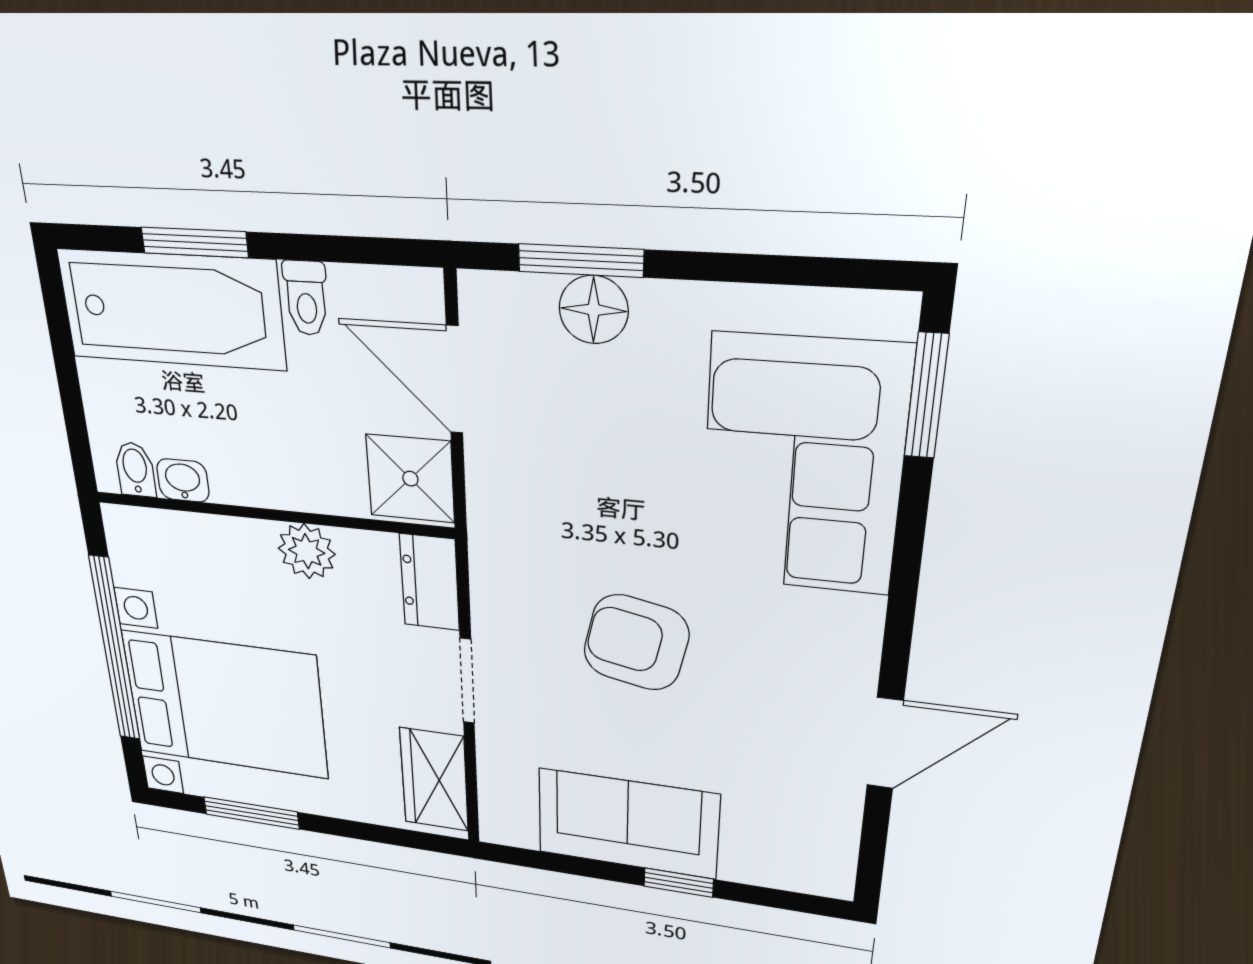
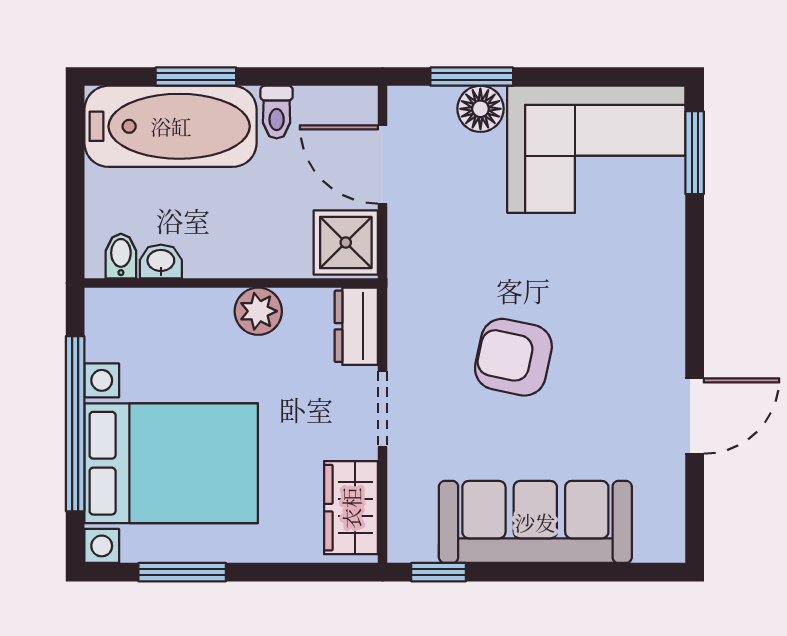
corner sofa: (802, 466) -> (596, 149), moved, turned -90
sofa: (628, 824) -> (535, 522), width x1.36
window: (679, 883) -> (439, 572), moved

